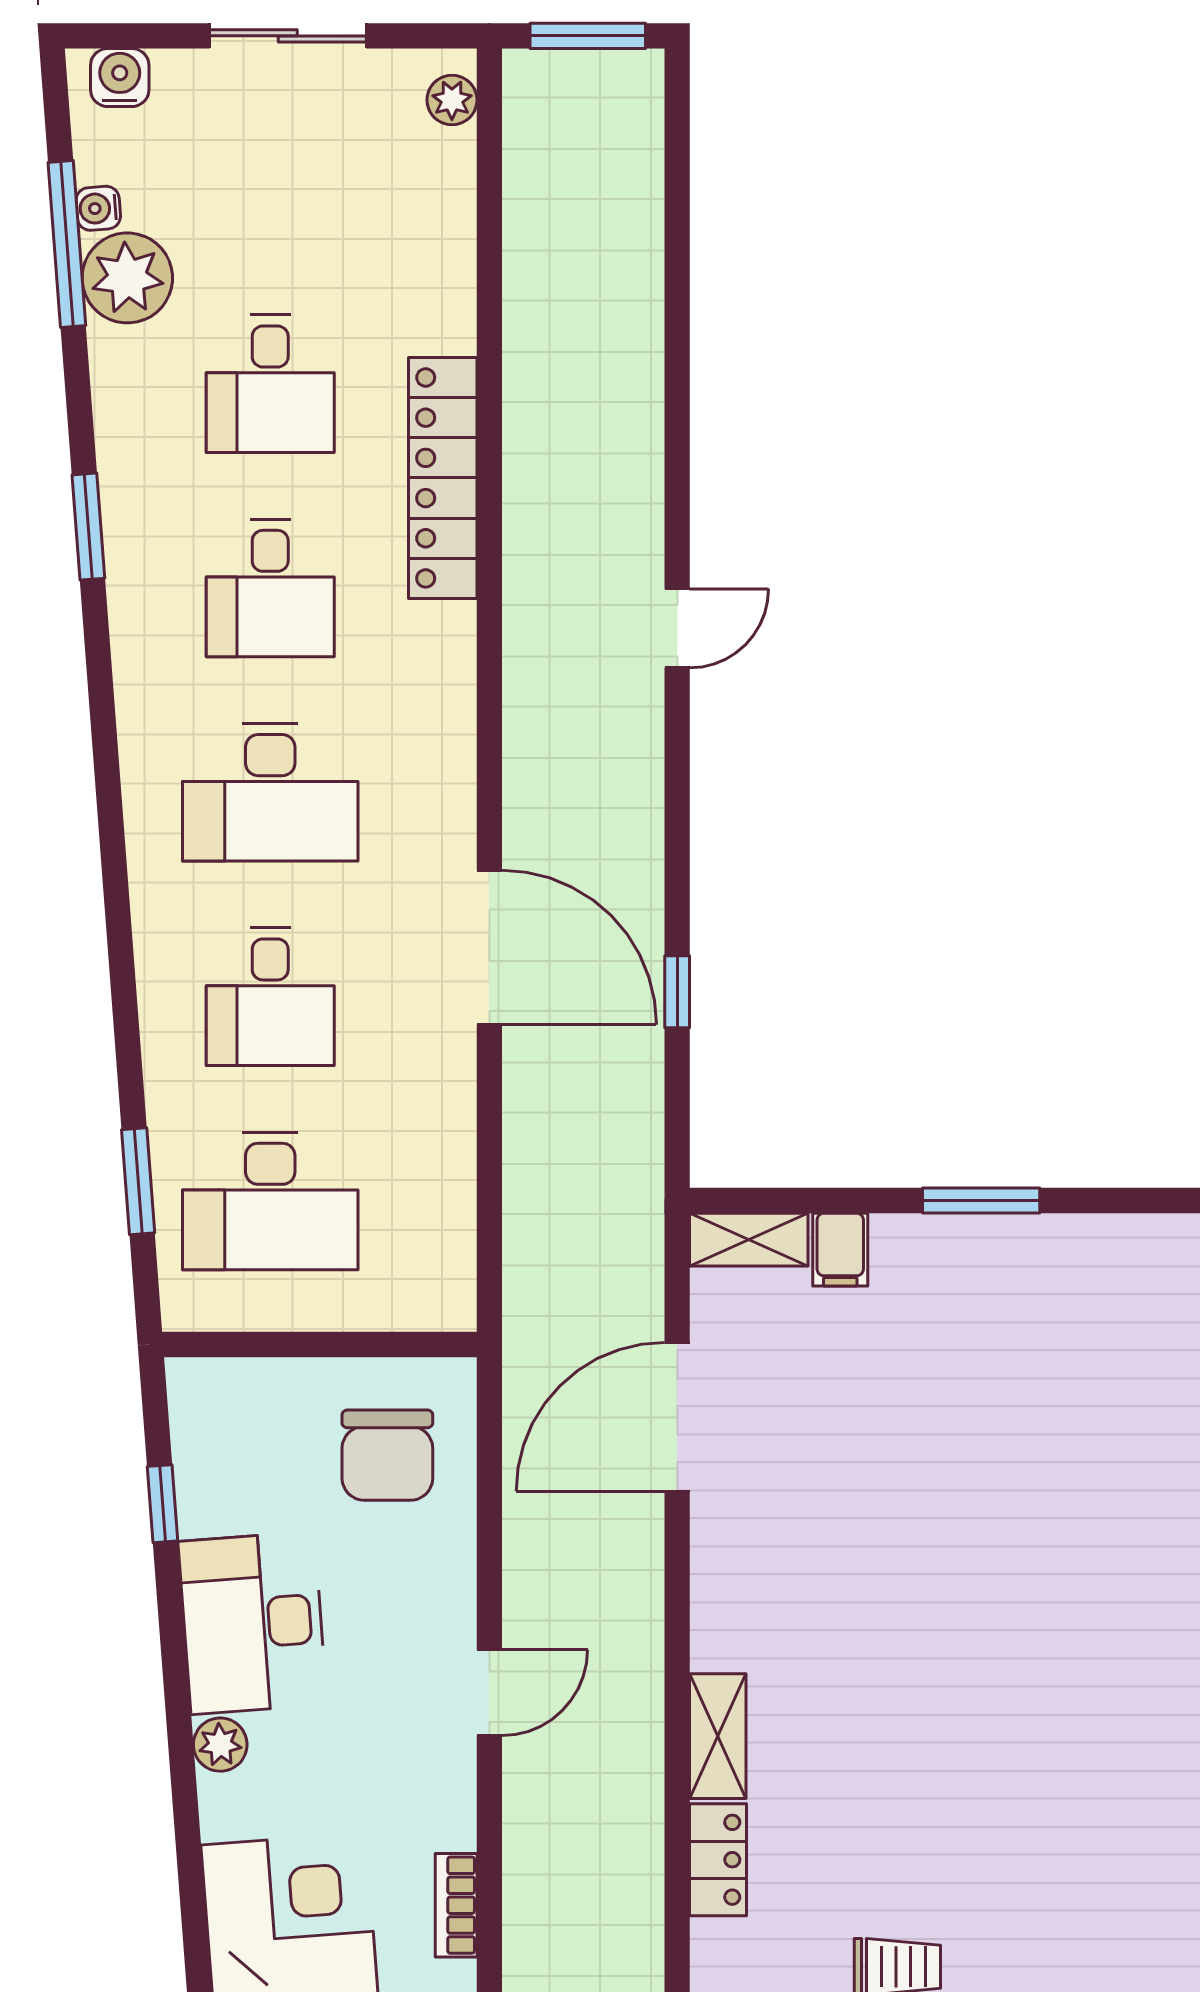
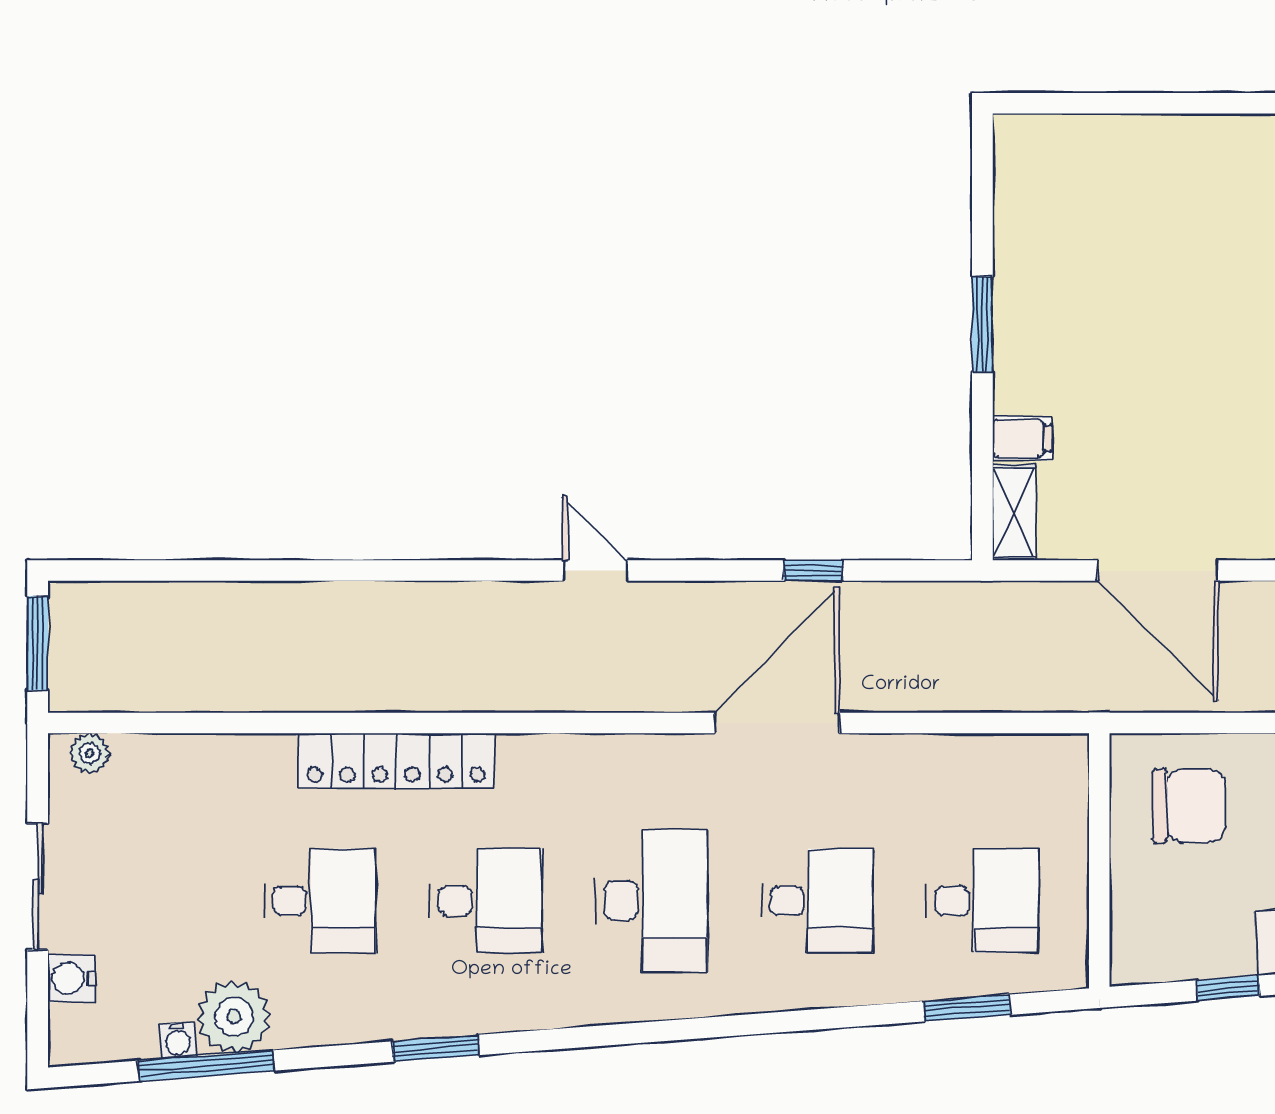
water cooler: (120, 78) -> (71, 978), moved
door: (677, 628) -> (595, 571), moved
desk: (270, 1201) -> (983, 901), width x0.73

